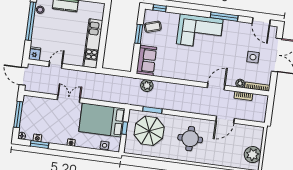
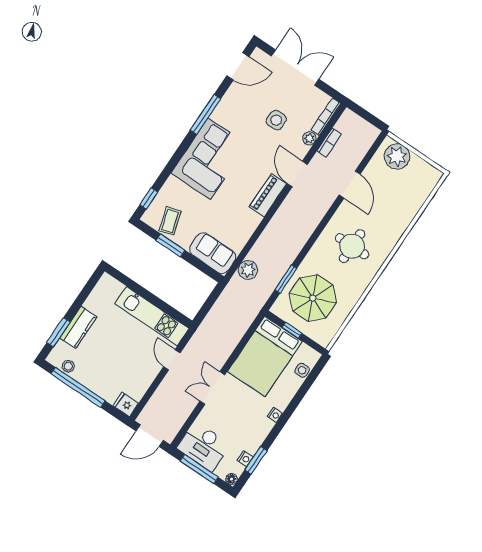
side table: (253, 57) -> (276, 120), moved
door: (56, 65) -> (172, 360), moved
piano: (196, 76) -> (268, 195), added
desk: (33, 110) -> (203, 446), added
plant: (253, 155) -> (397, 156), moved

